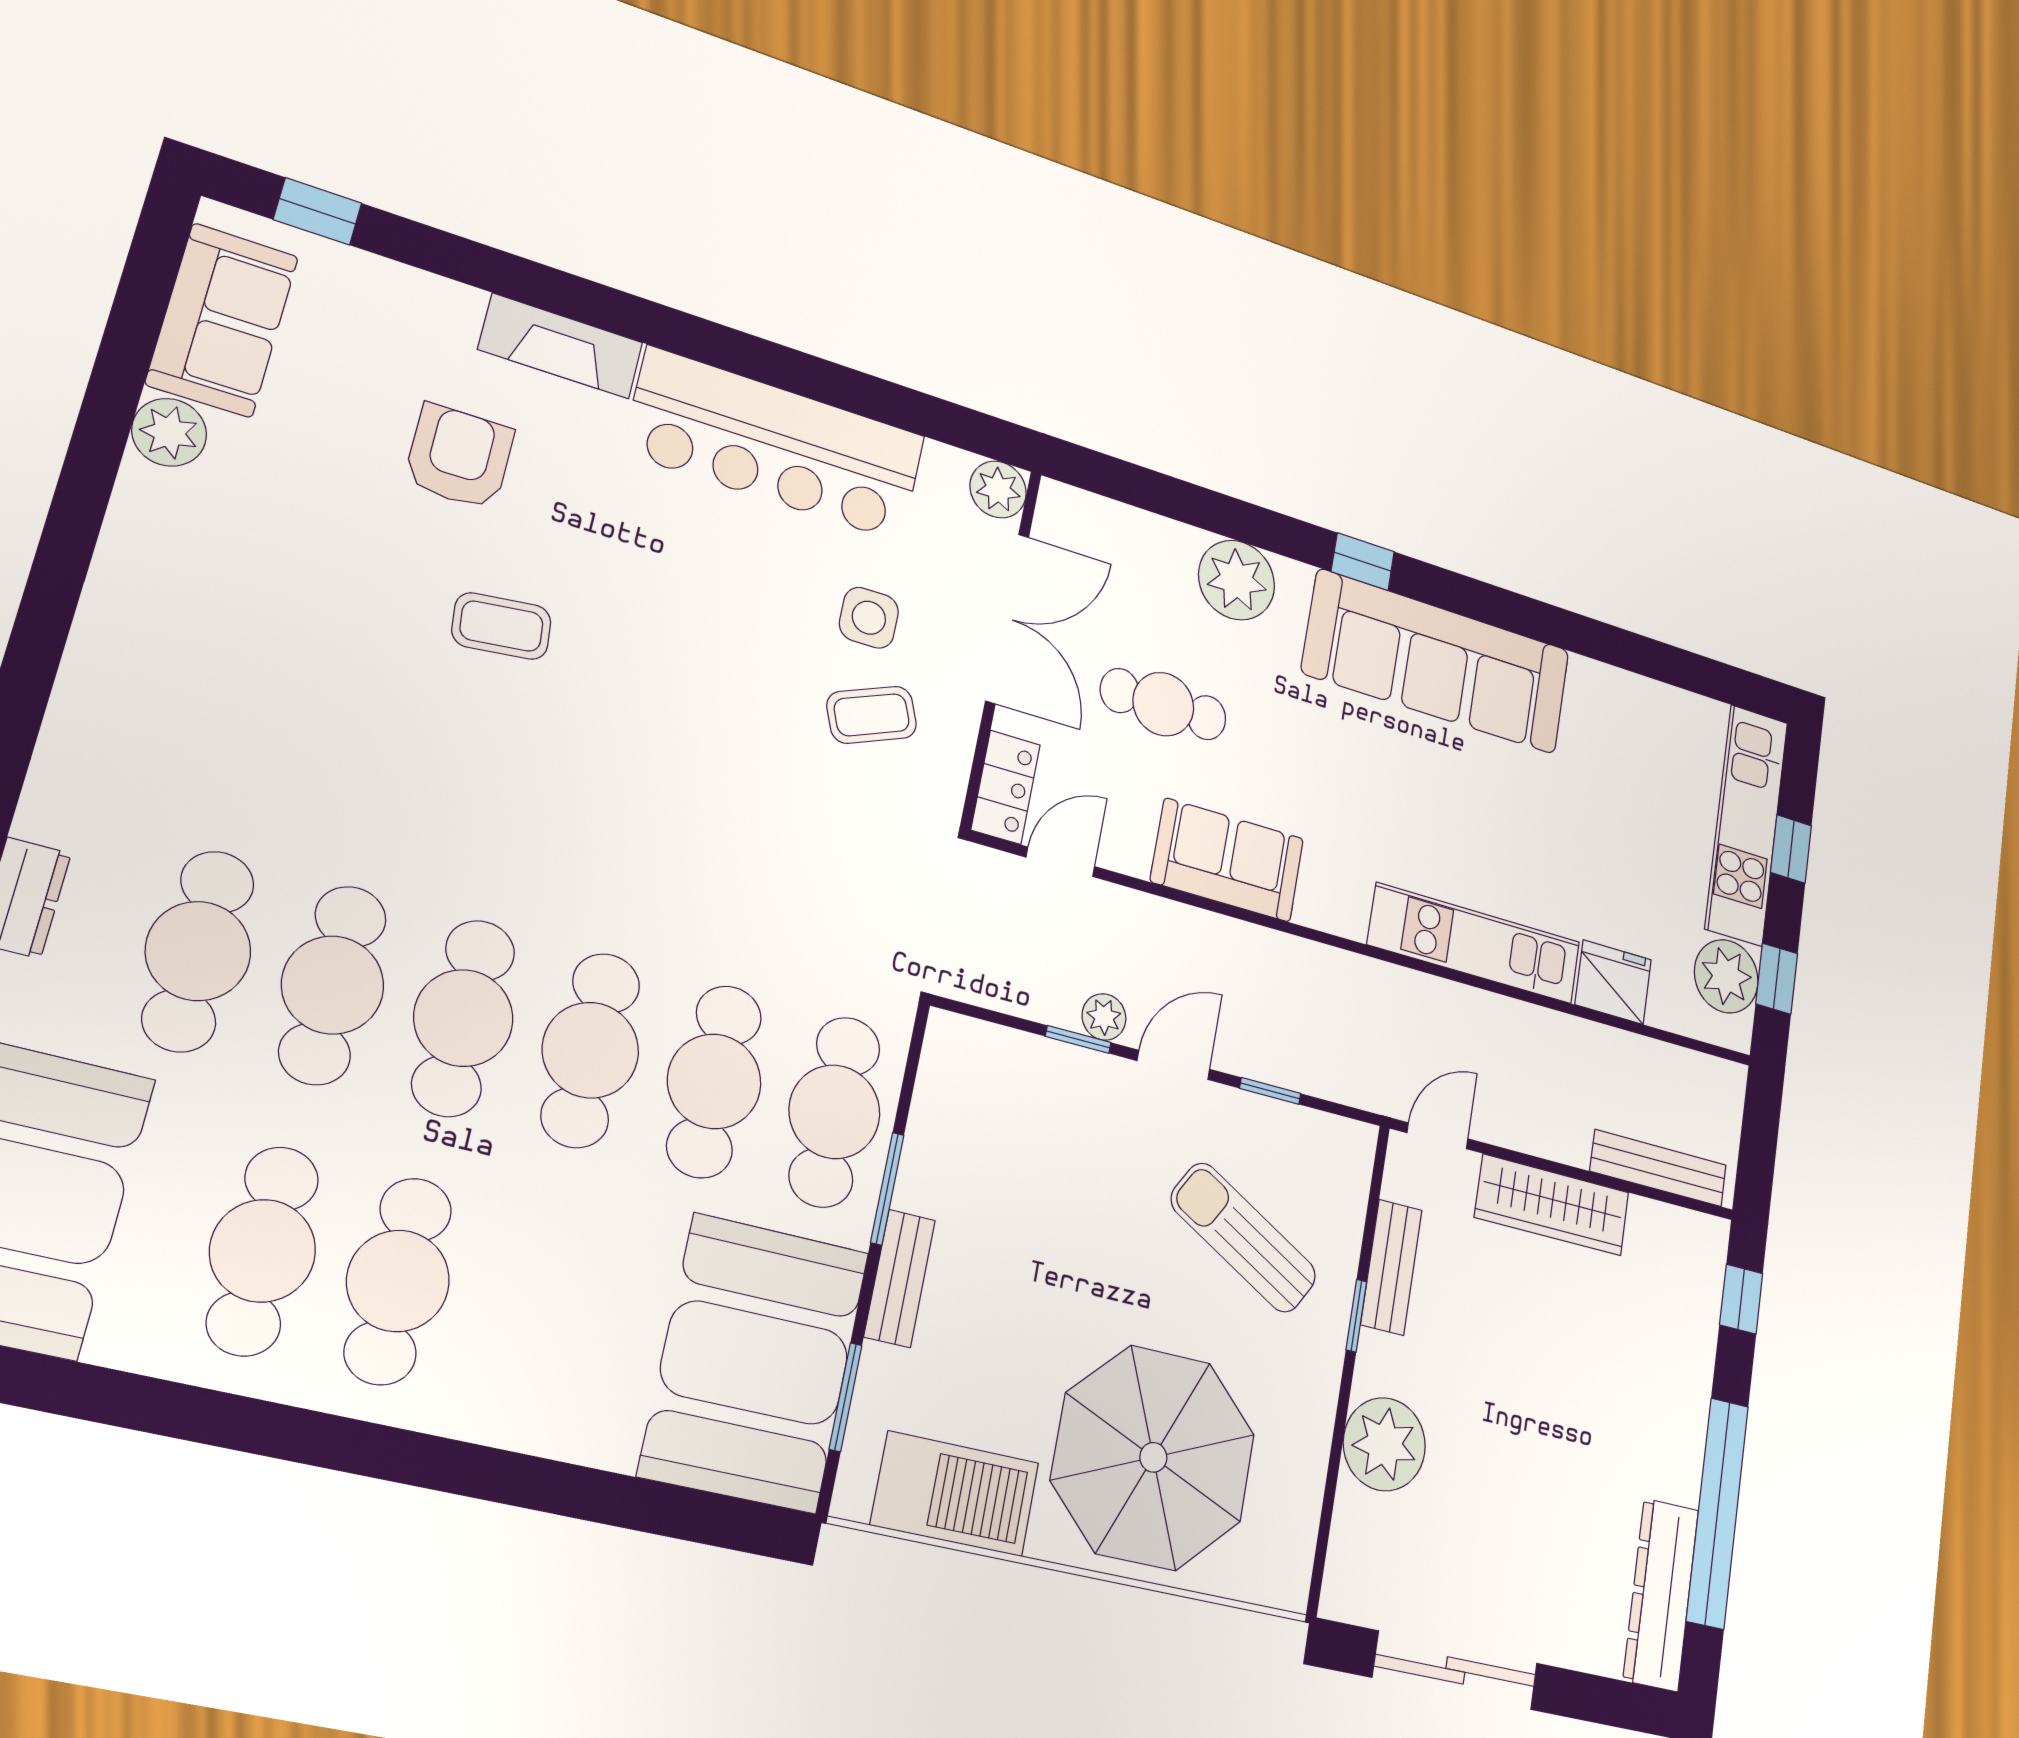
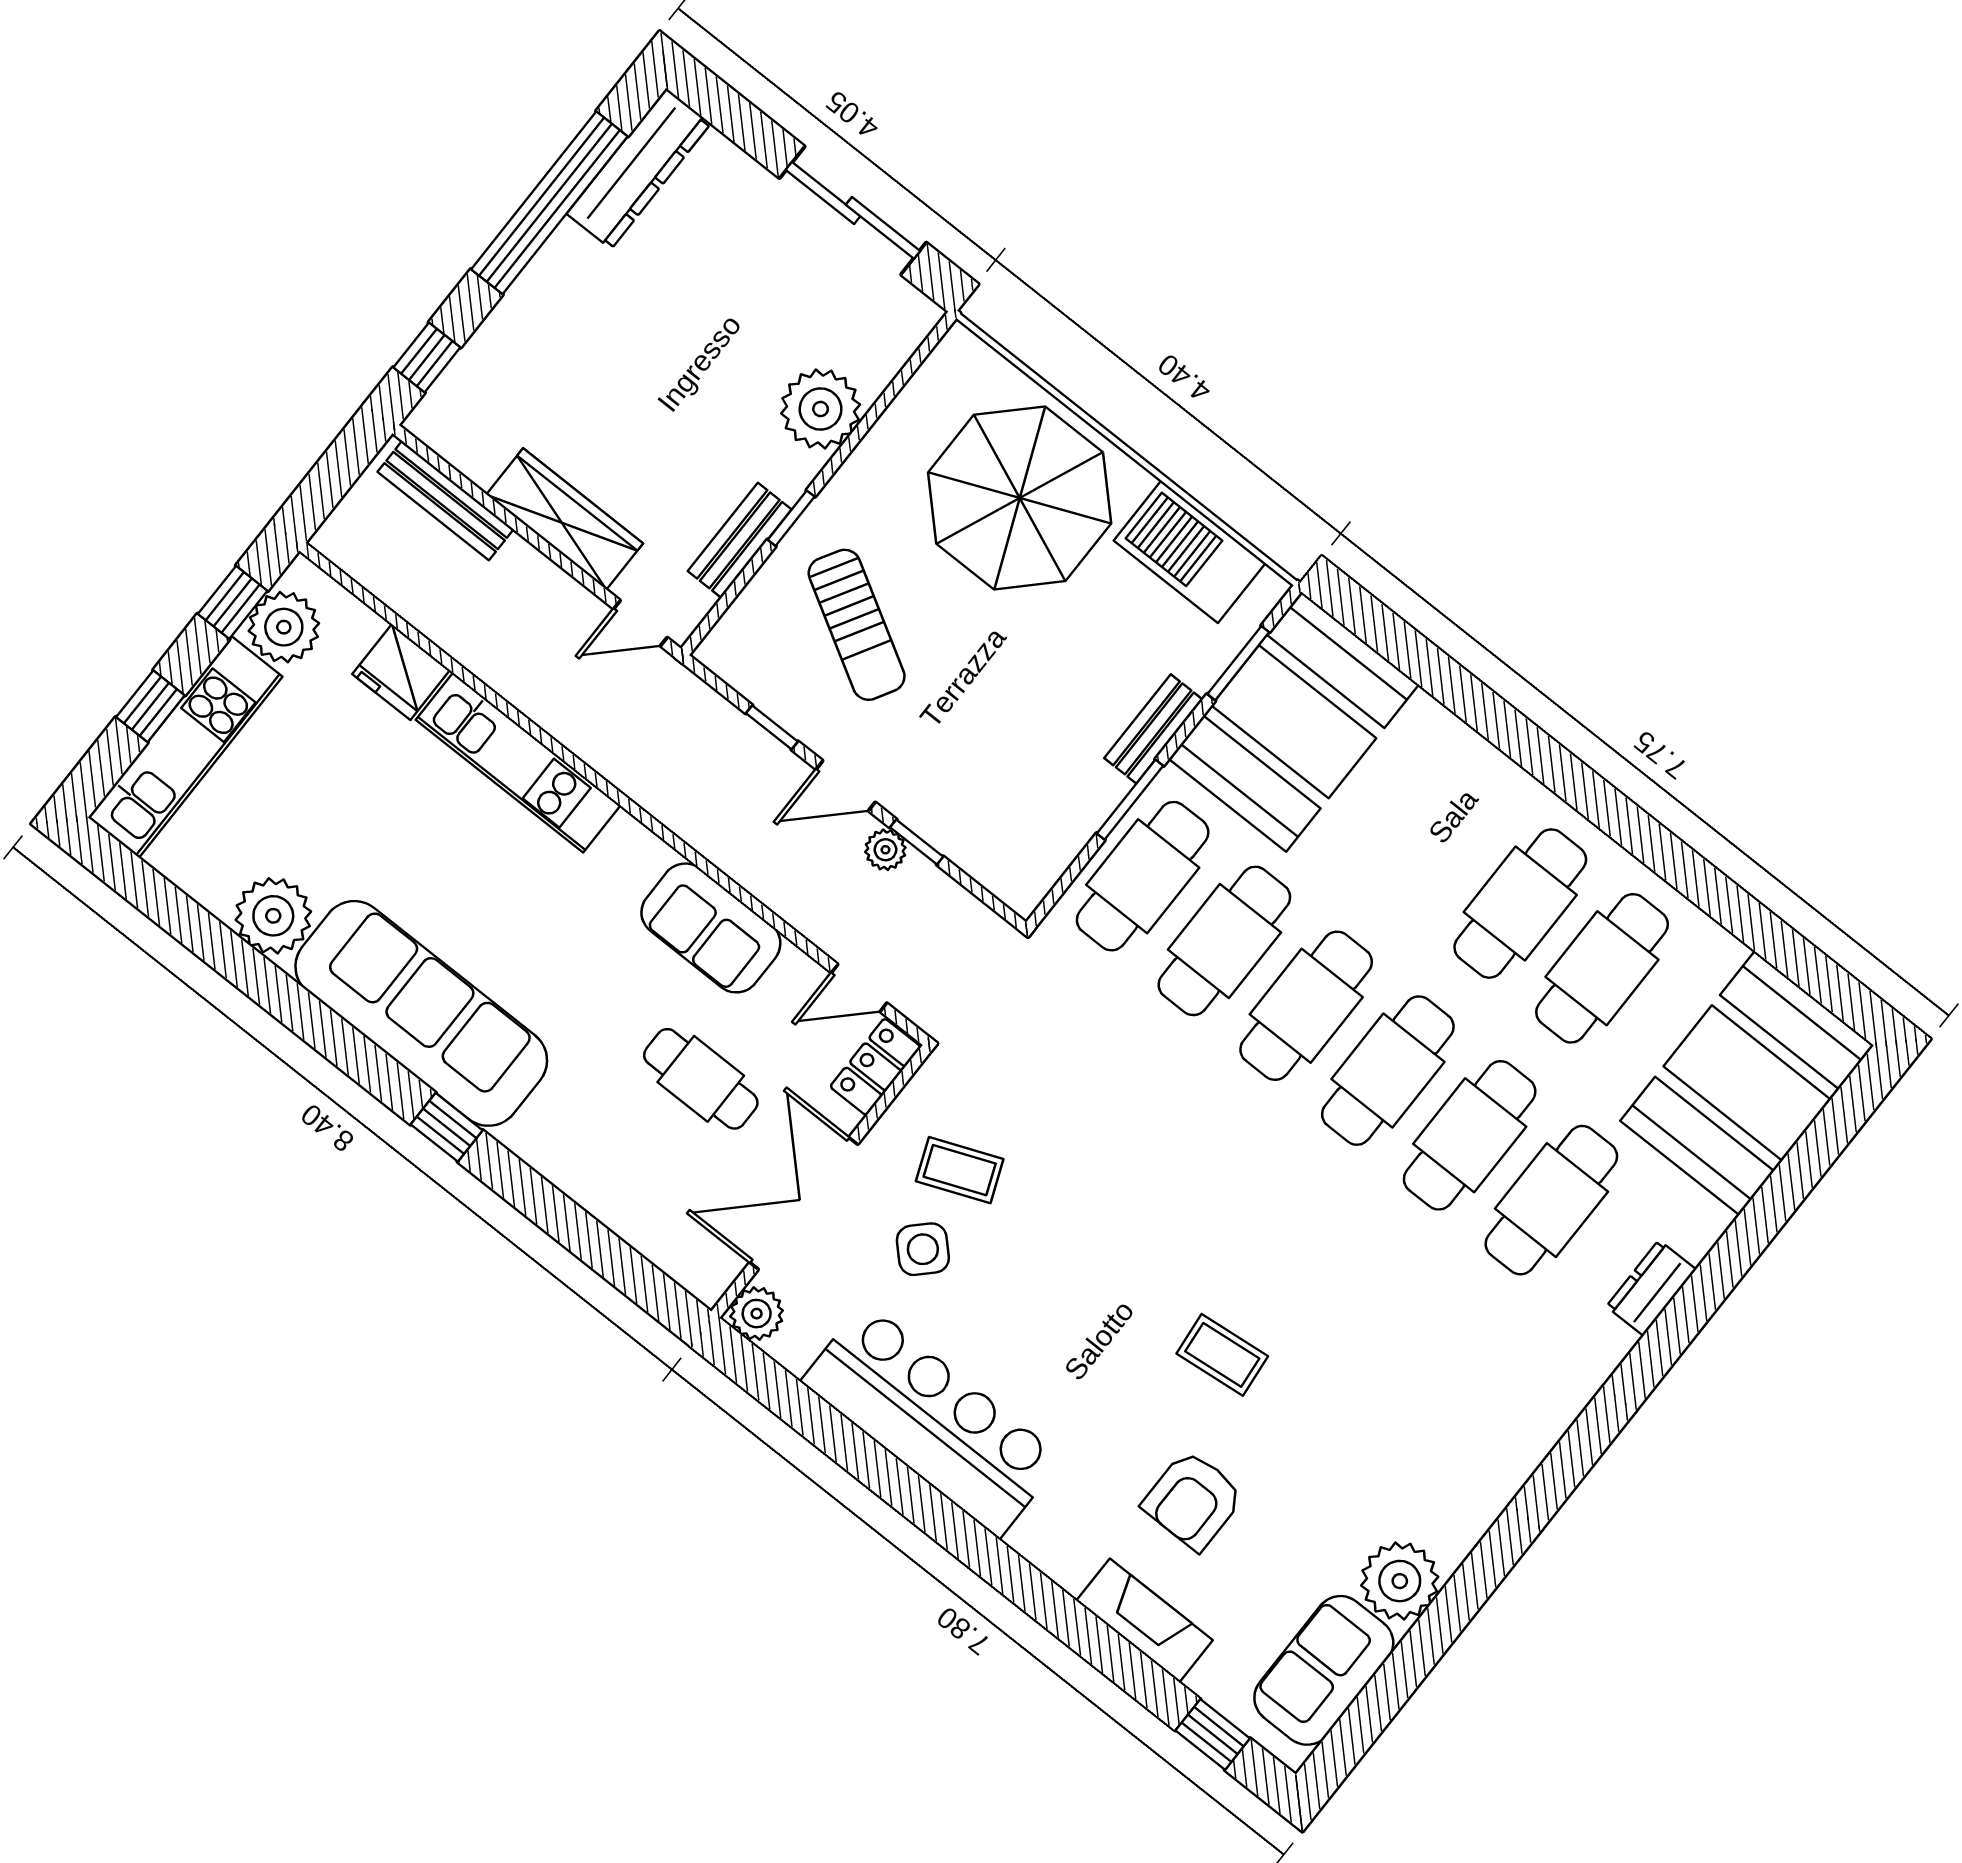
fireplace: (561, 346) -> (1145, 1620), moved
plant: (169, 432) -> (1400, 1581), width x1.36, depth x1.36
plant: (1237, 580) -> (273, 916), moved
side table: (869, 618) -> (923, 1249), turned 45

